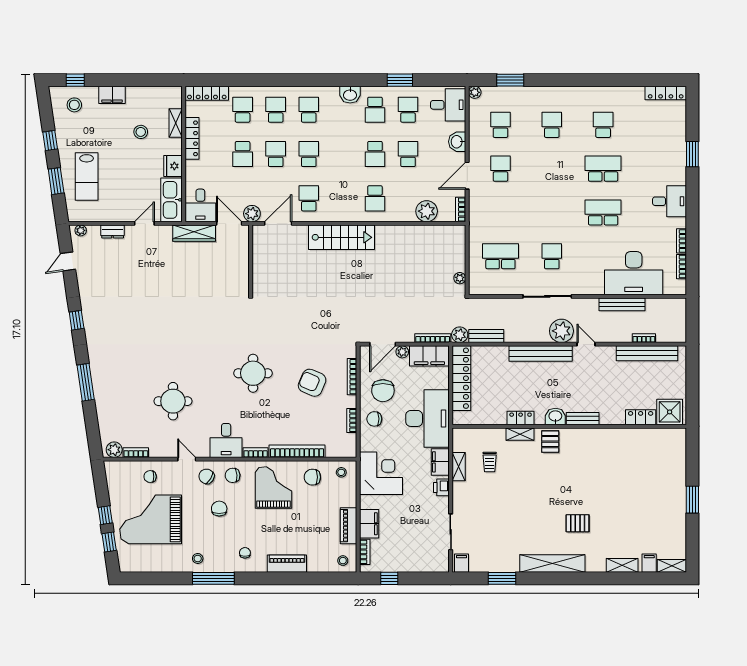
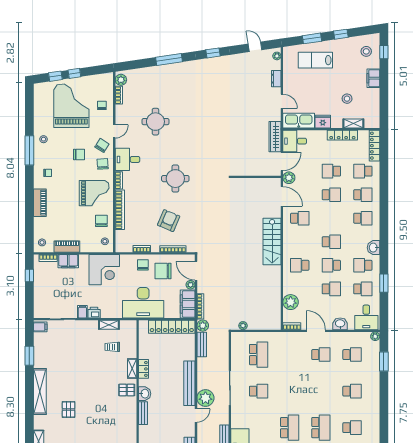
school desk: (243, 110) -> (363, 171), turned 180
school desk: (309, 154) -> (331, 242), moved
filing cabinet: (440, 462) -> (82, 312), moved, width x0.50

